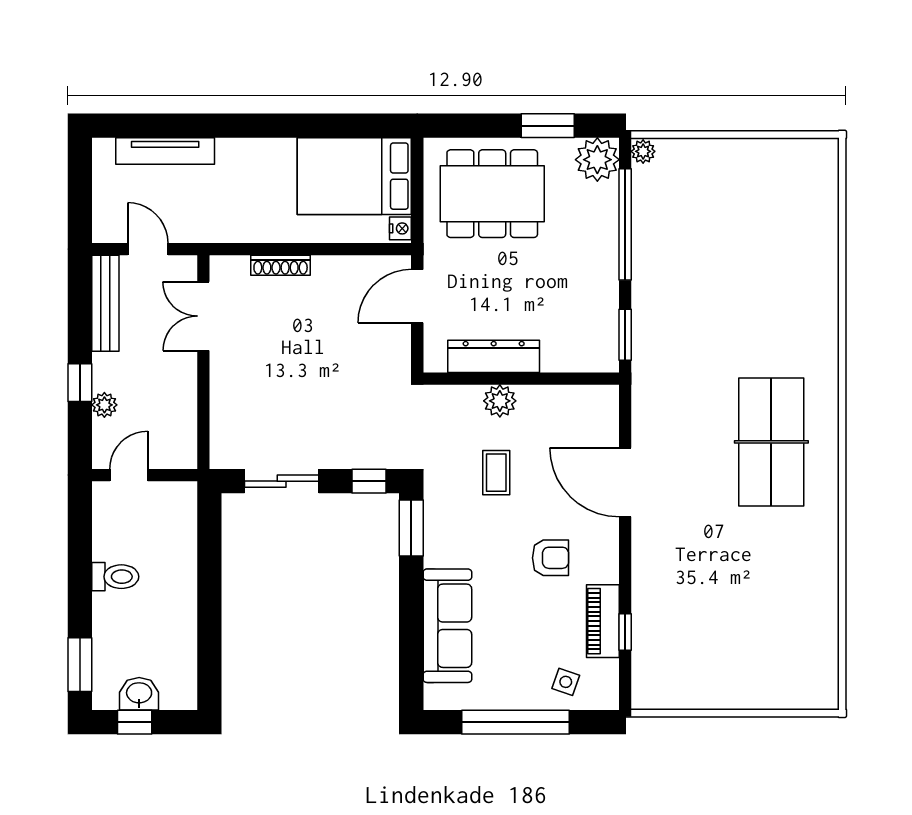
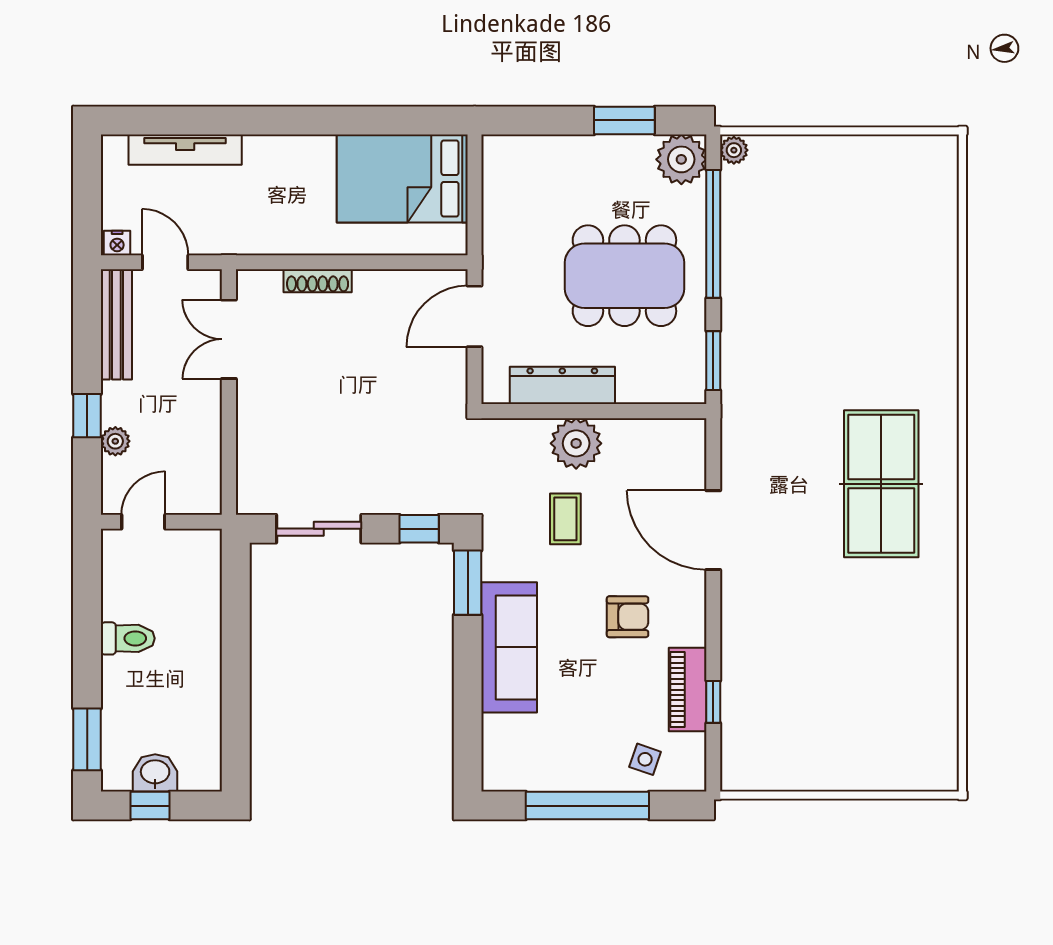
dining table: (492, 194) -> (624, 276), moved
nightstand: (400, 228) -> (117, 243), moved, turned 90
plant: (500, 401) -> (576, 443), width x1.36, depth x1.36
sofa: (447, 626) -> (509, 647), moved

